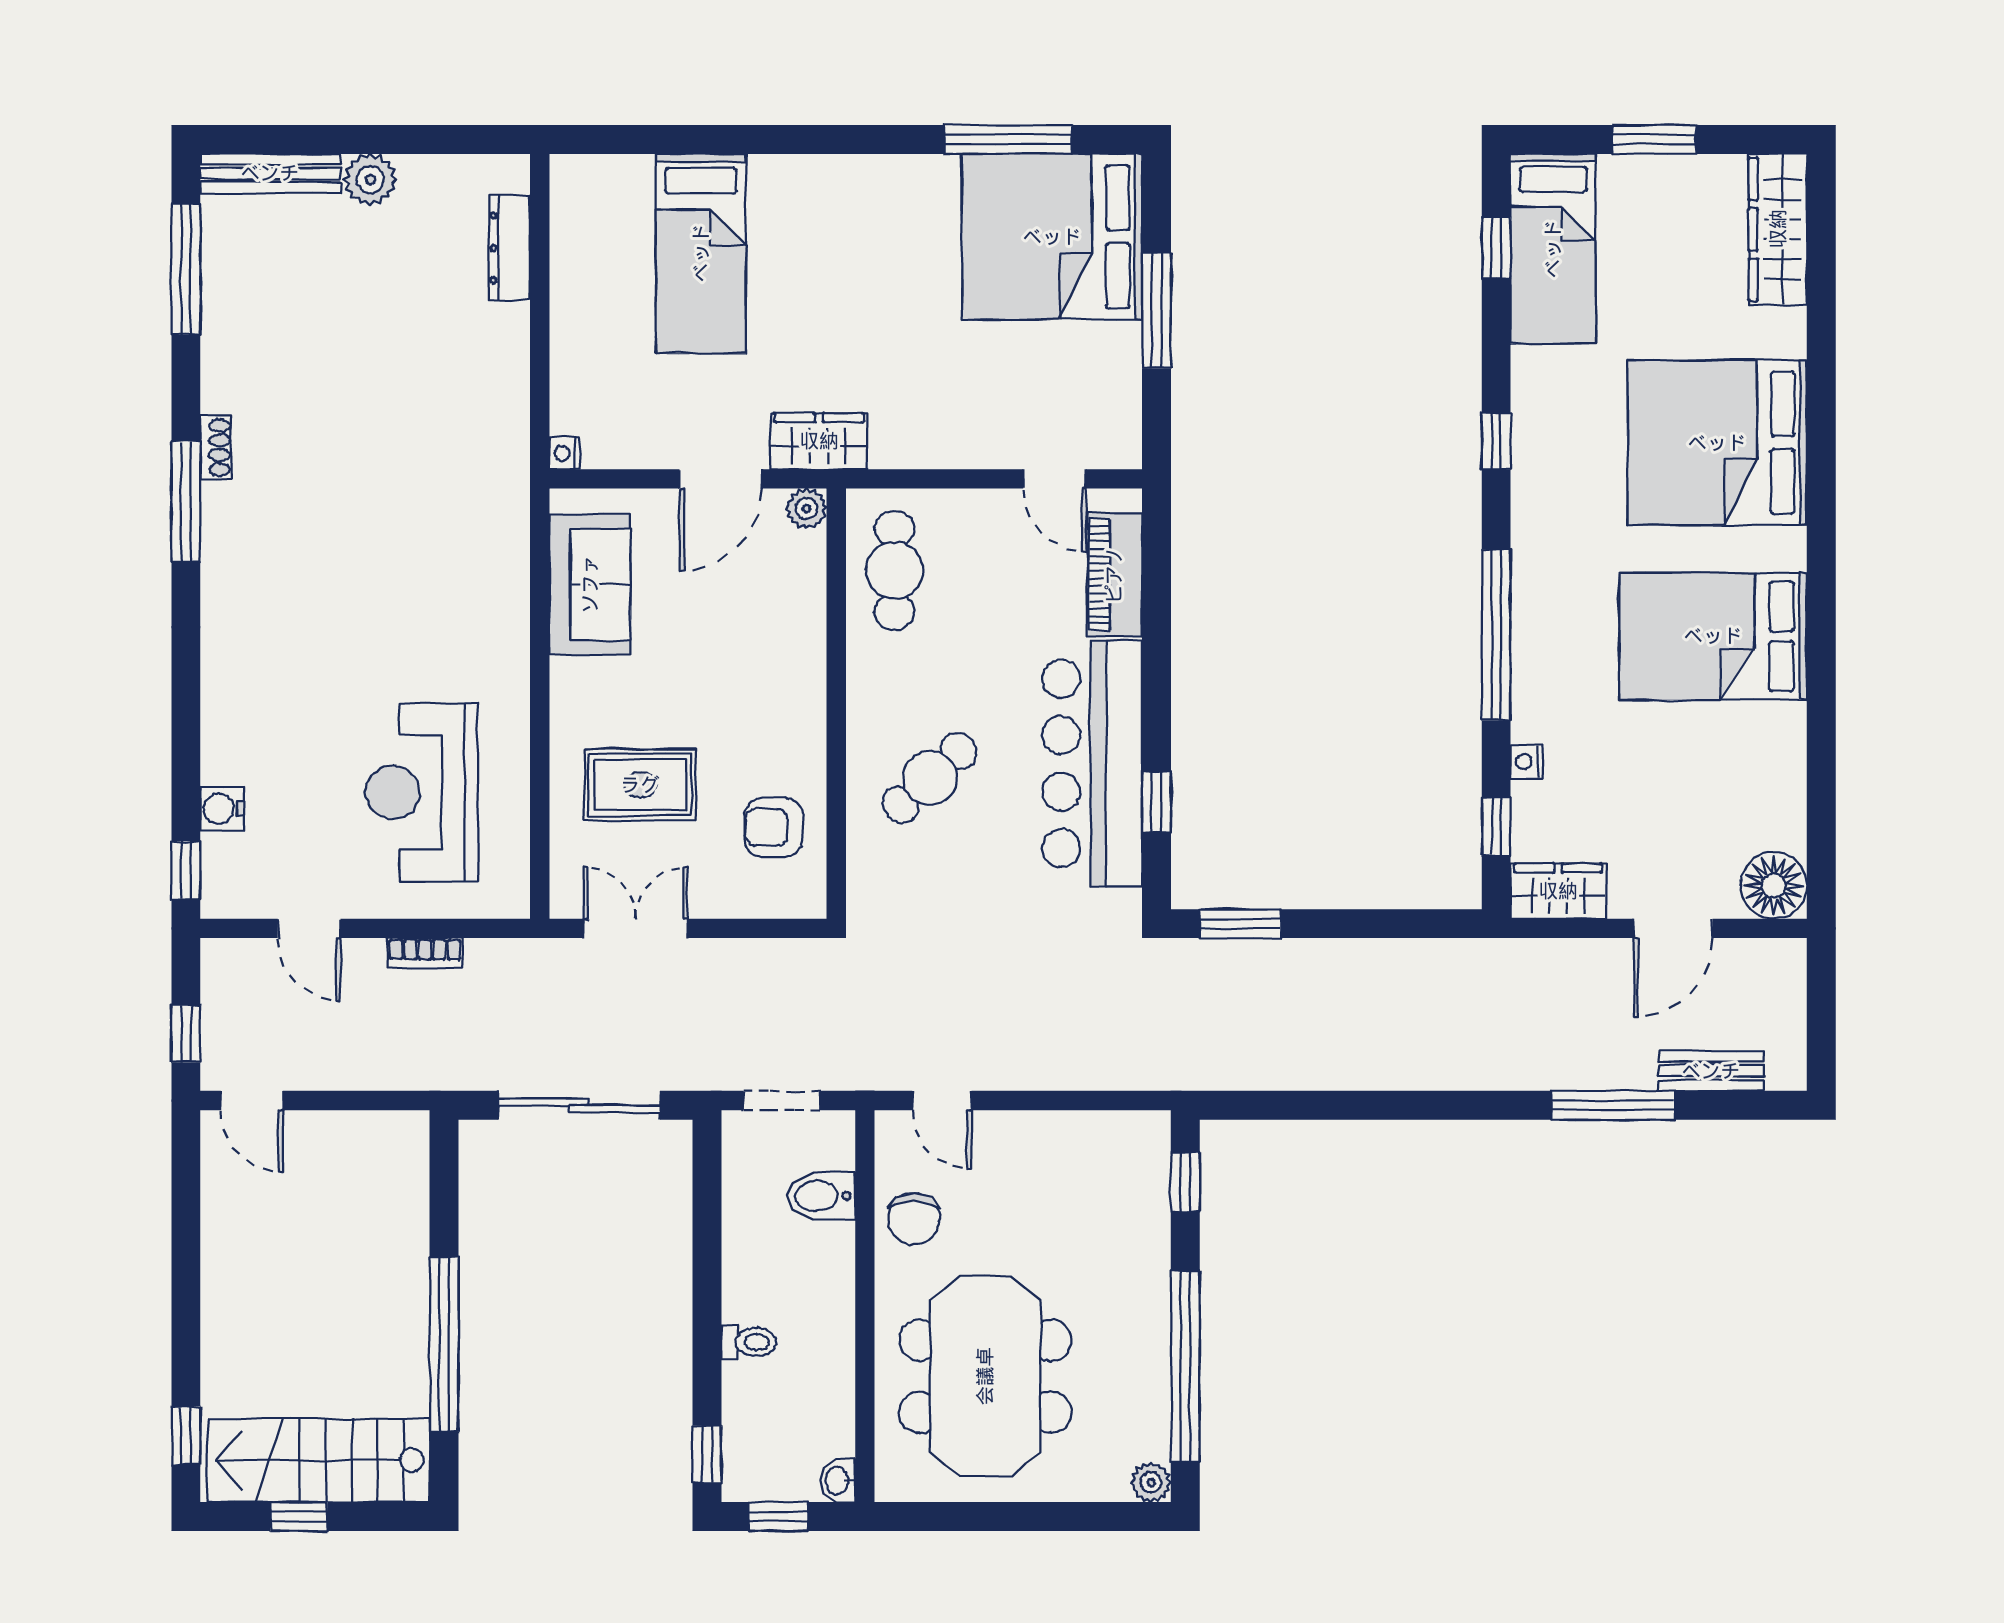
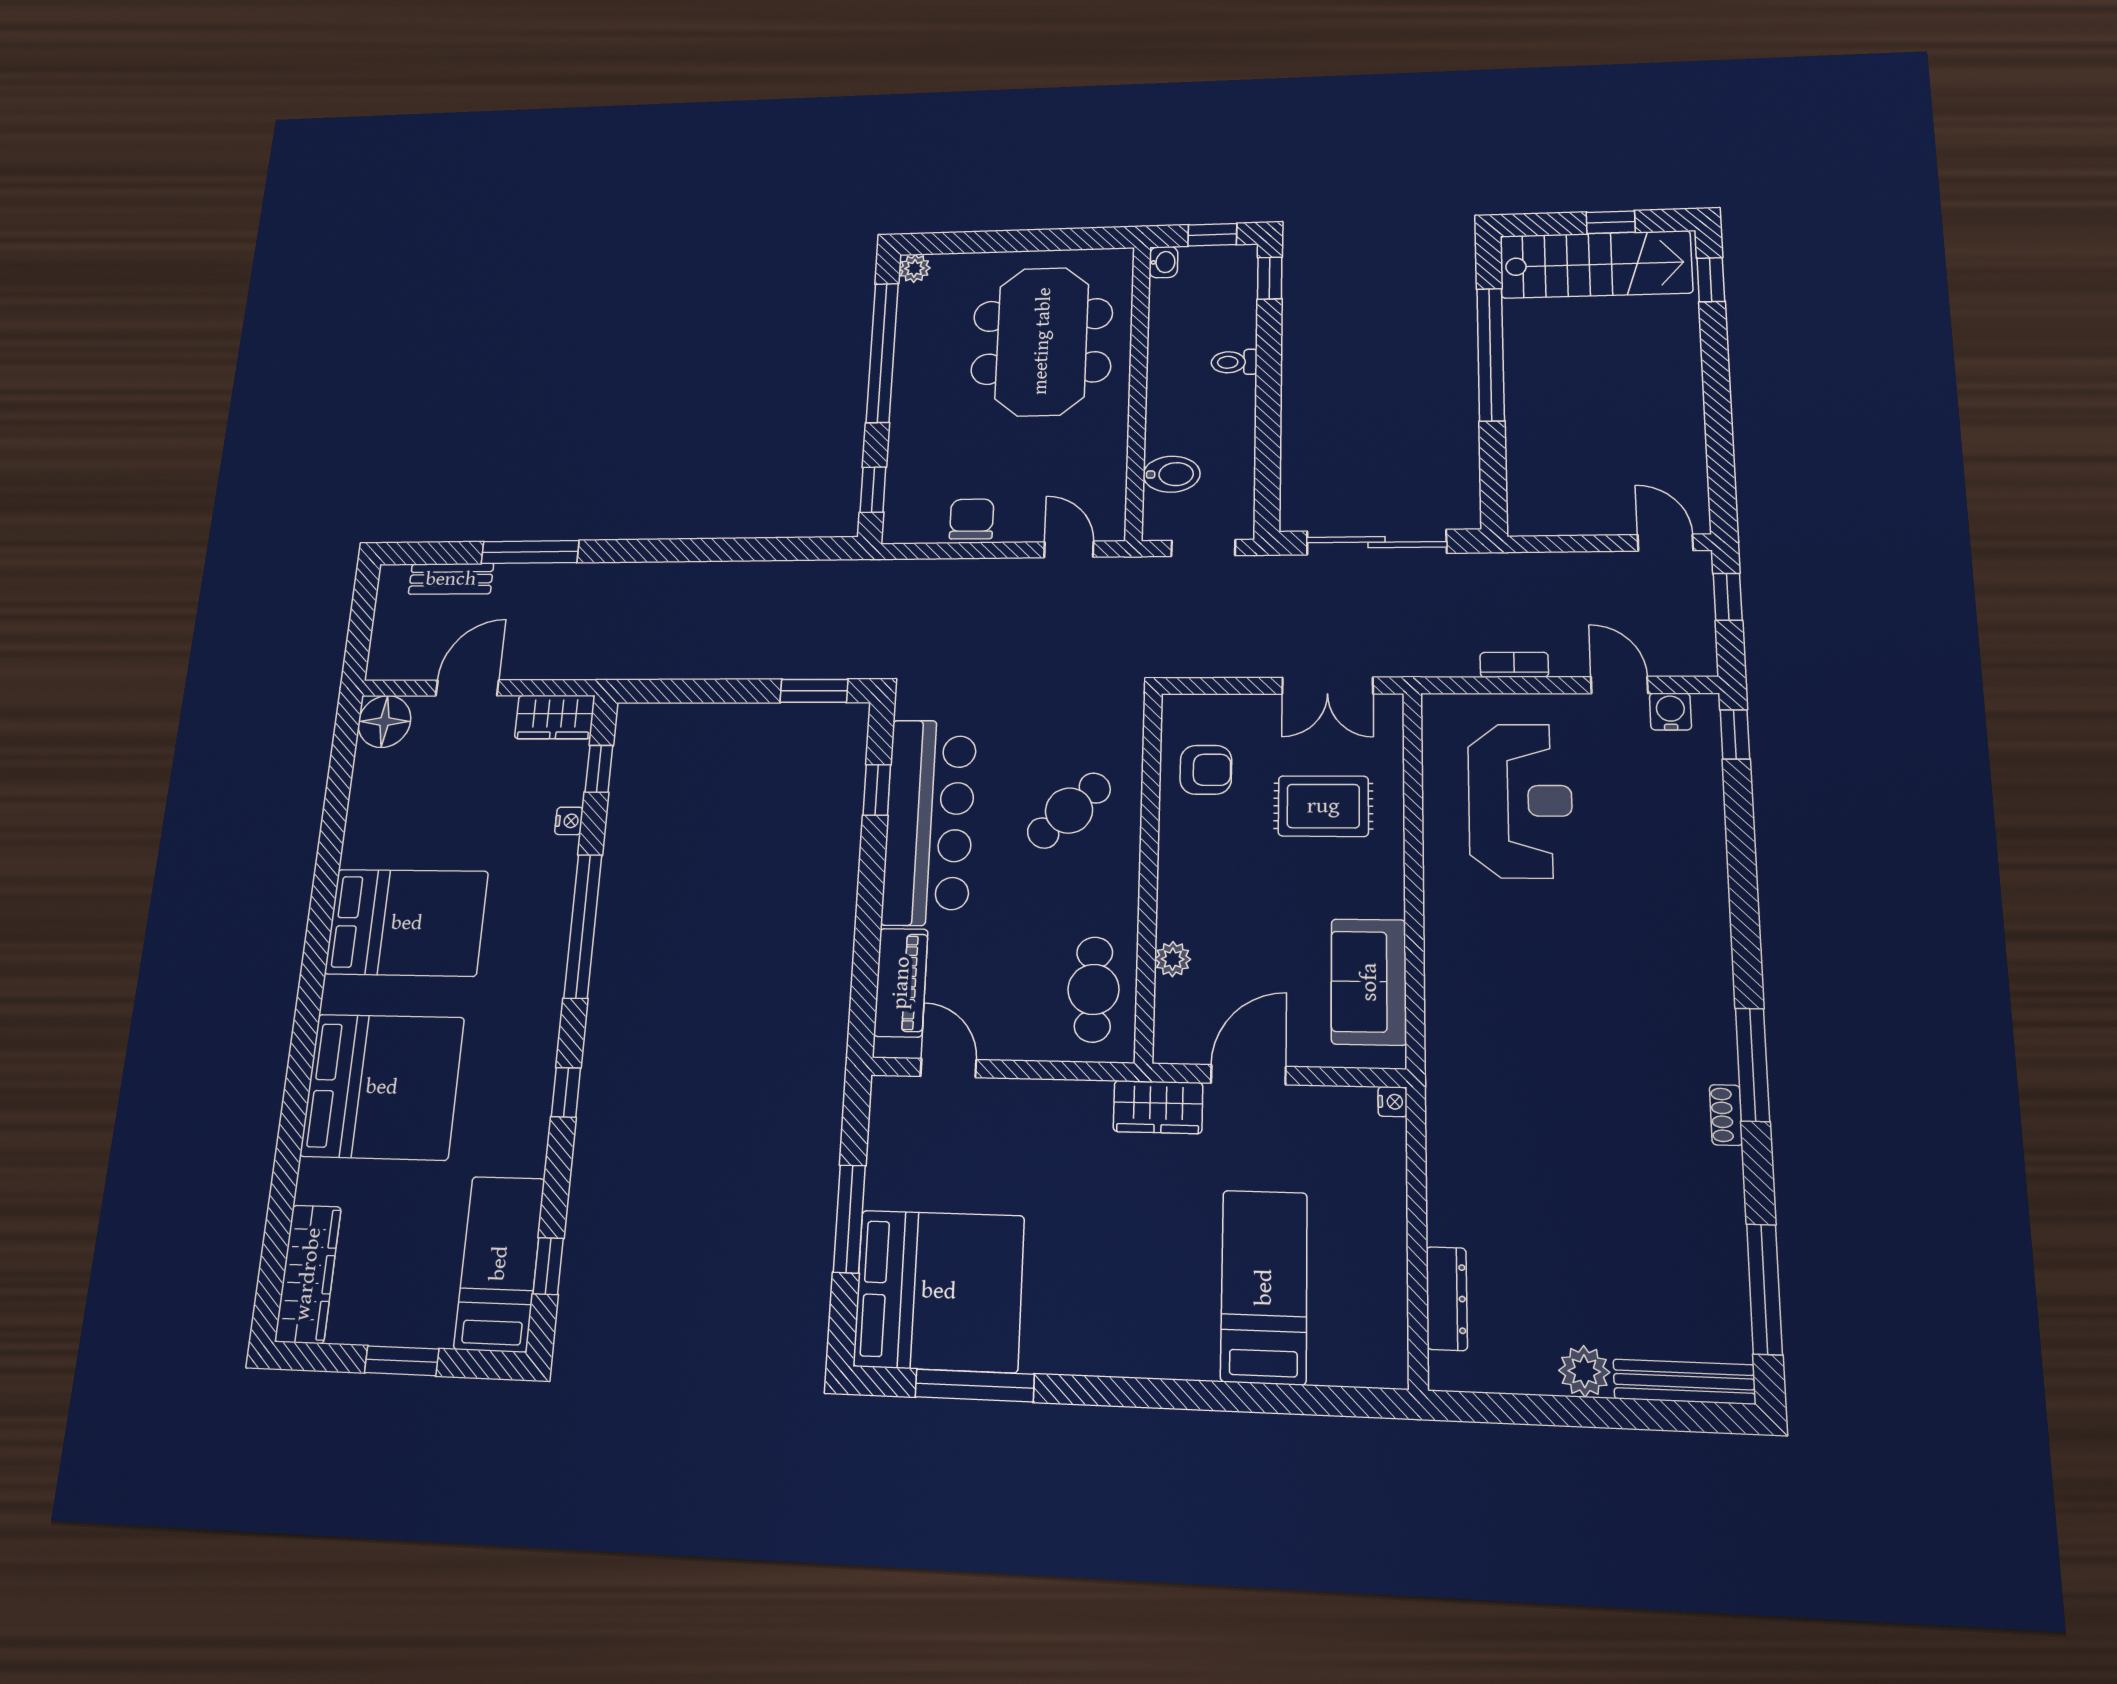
plant: (807, 509) -> (1173, 959), moved
water cooler: (222, 809) -> (1670, 712), moved, turned -90
chair: (914, 1219) -> (972, 519), moved

